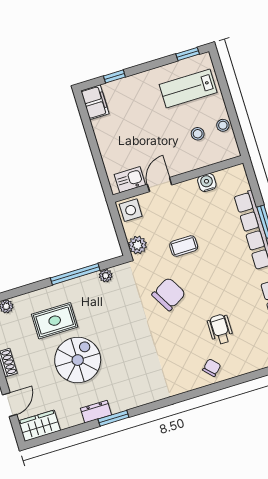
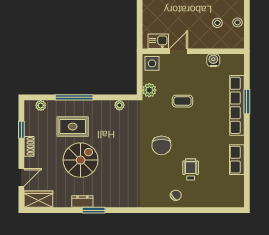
window: (75, 274) -> (74, 97), moved
chair: (169, 294) -> (161, 145), moved, turned 120

